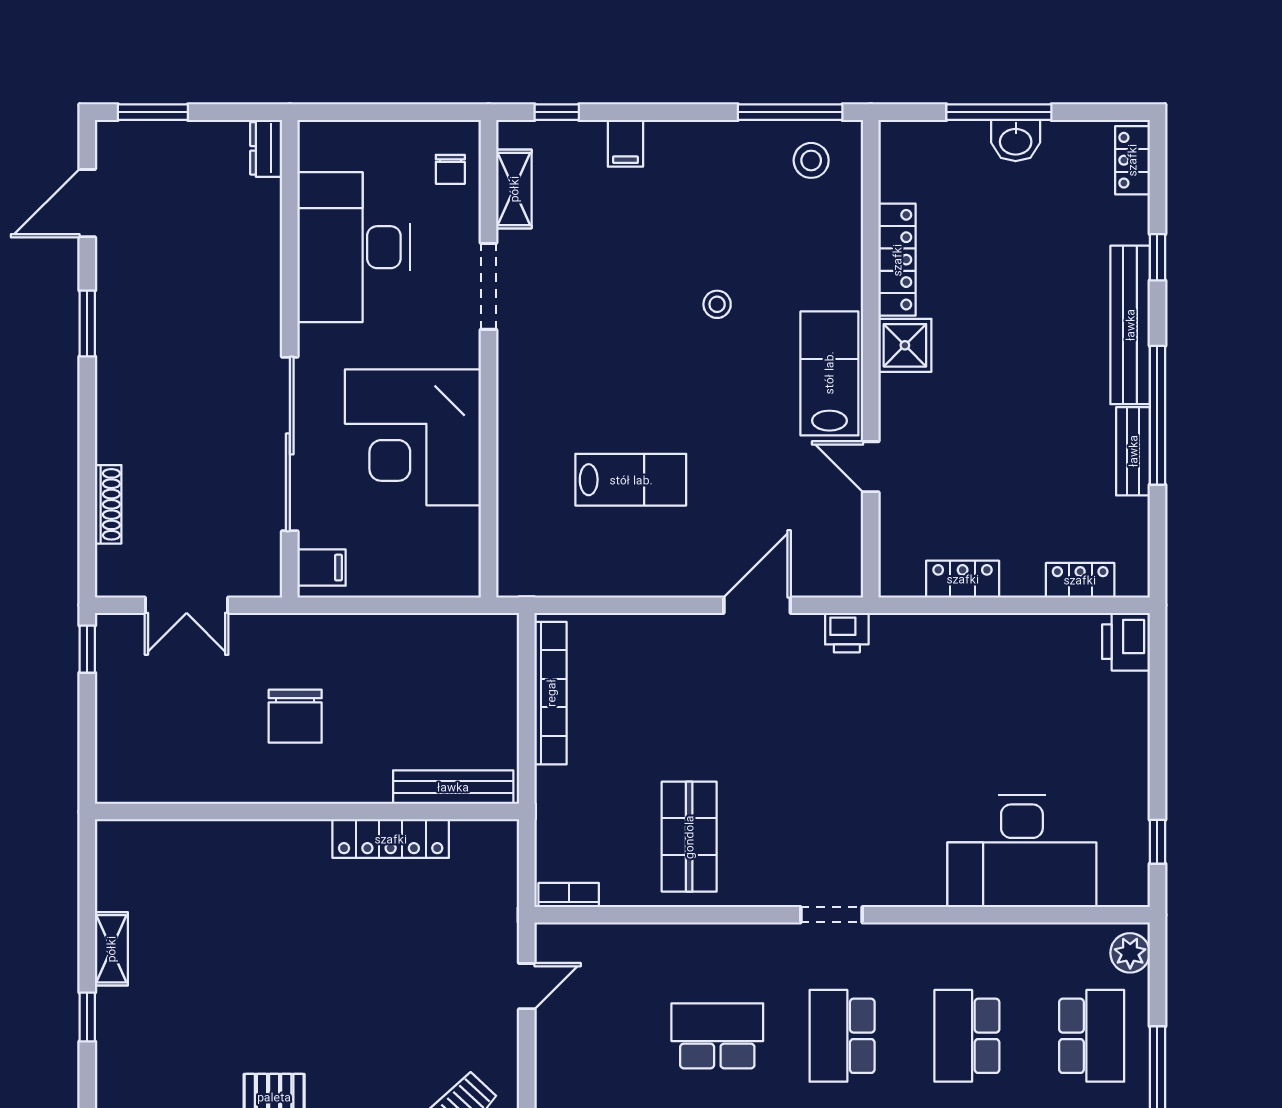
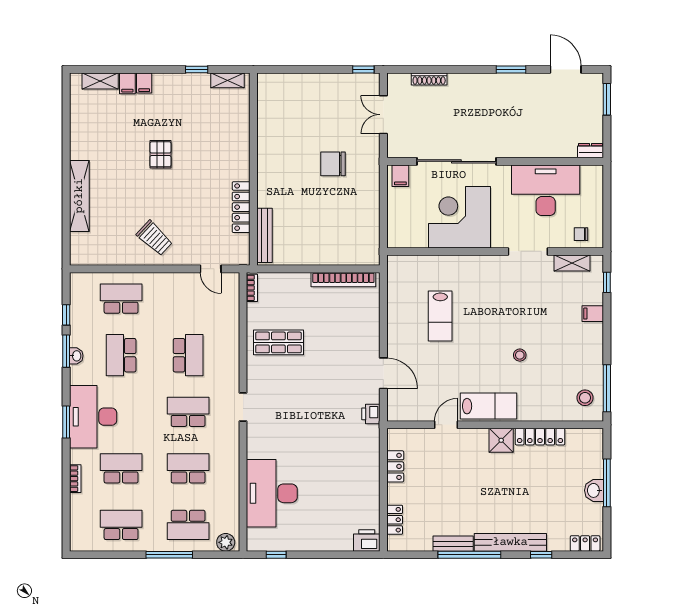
bench: (453, 787) -> (264, 235), moved
wall: (307, 812) -> (253, 169), moved
locker: (391, 839) -> (241, 207), moved

